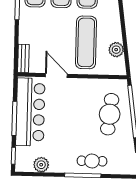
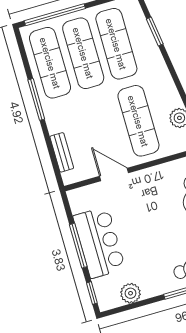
bench: (23, 58) -> (62, 152), moved
bar counter: (30, 112) -> (99, 242), width x0.73

